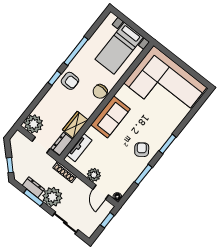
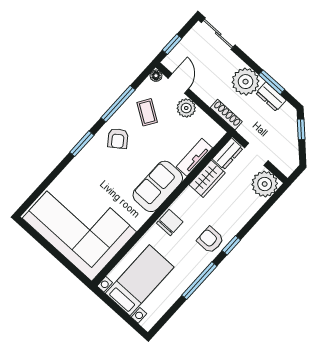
tv unit: (79, 148) -> (194, 157), moved
coffee table: (122, 170) -> (147, 112), added
window: (143, 175) -> (118, 104), width x1.44
sliding door: (65, 223) -> (218, 34), moved

